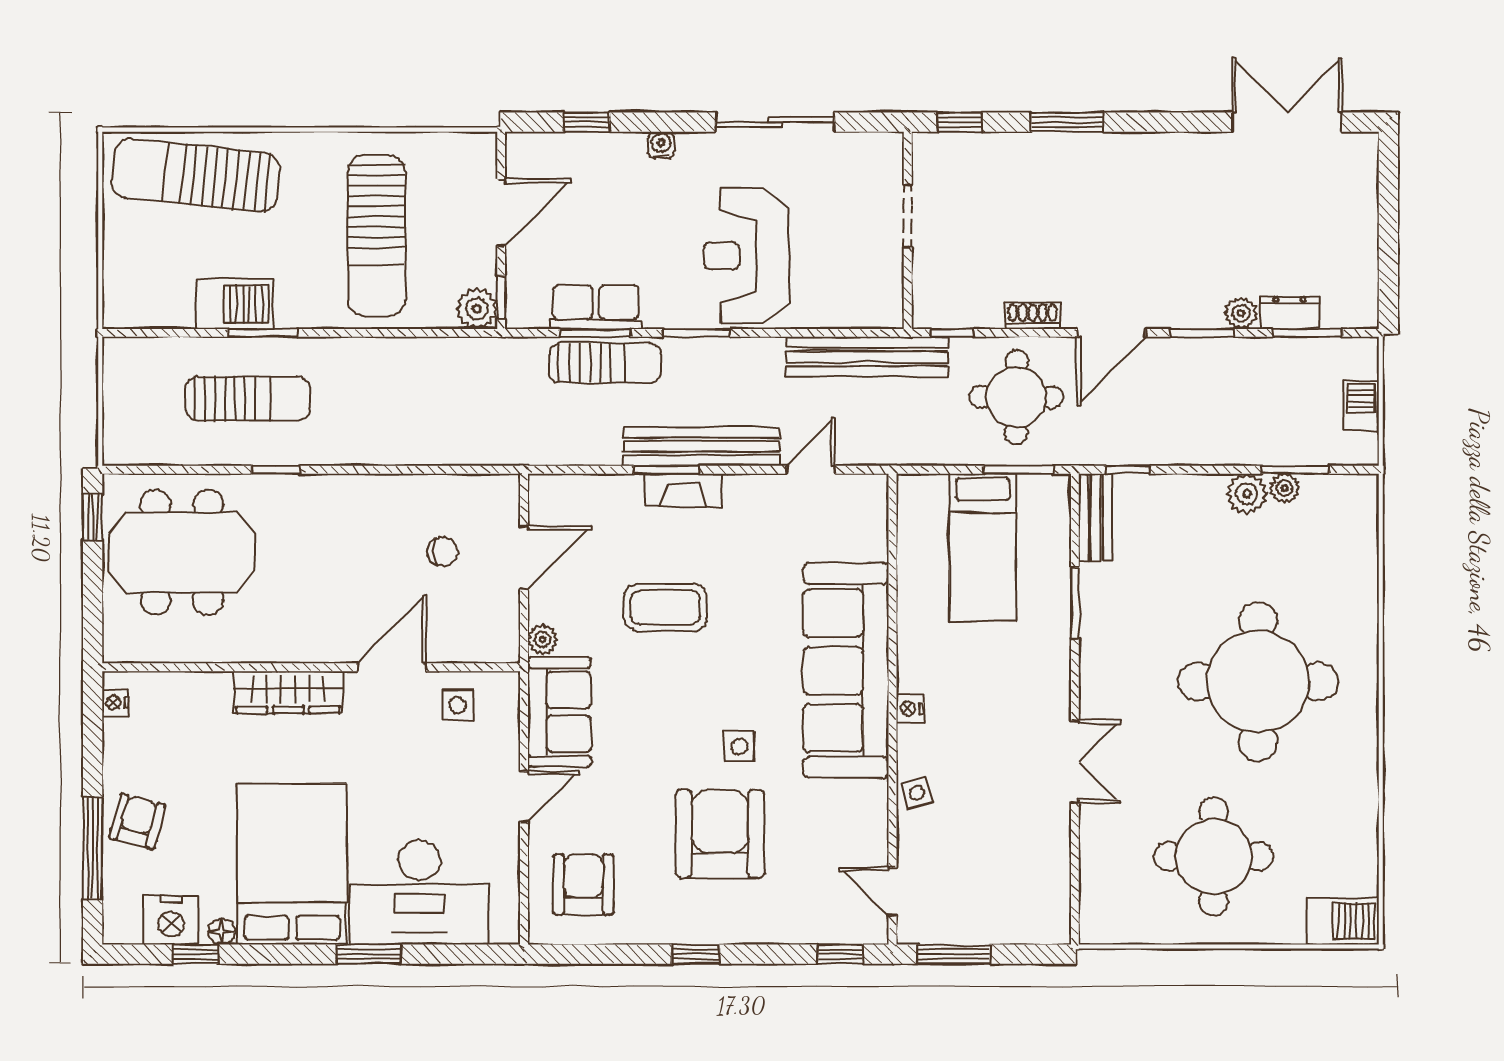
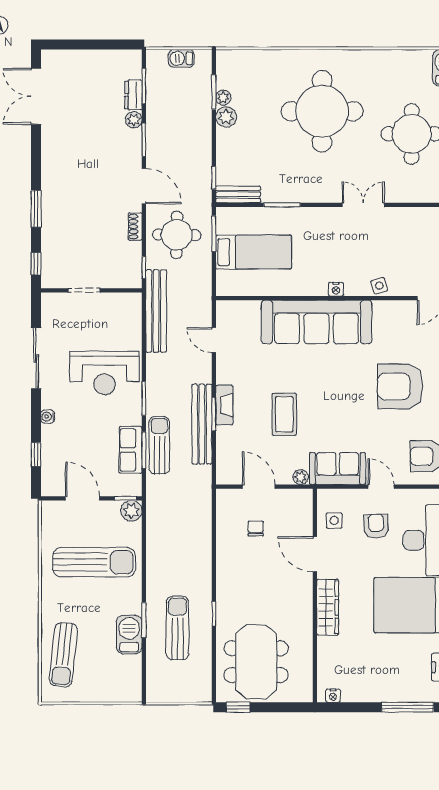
sun lounger: (195, 175) -> (63, 655), width x0.73, depth x0.75
bench: (701, 446) -> (202, 424), moved
side table: (739, 747) -> (355, 376), removed
armchair: (137, 821) -> (376, 526), moved, turned 73

